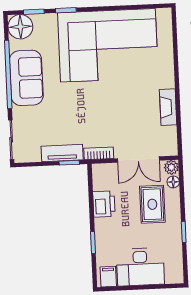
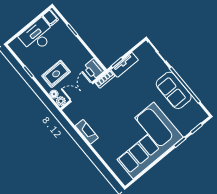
floor lamp: (20, 27) -> (197, 115), removed
printer: (104, 204) -> (94, 69), moved
rug: (152, 204) -> (56, 74), turned 90

